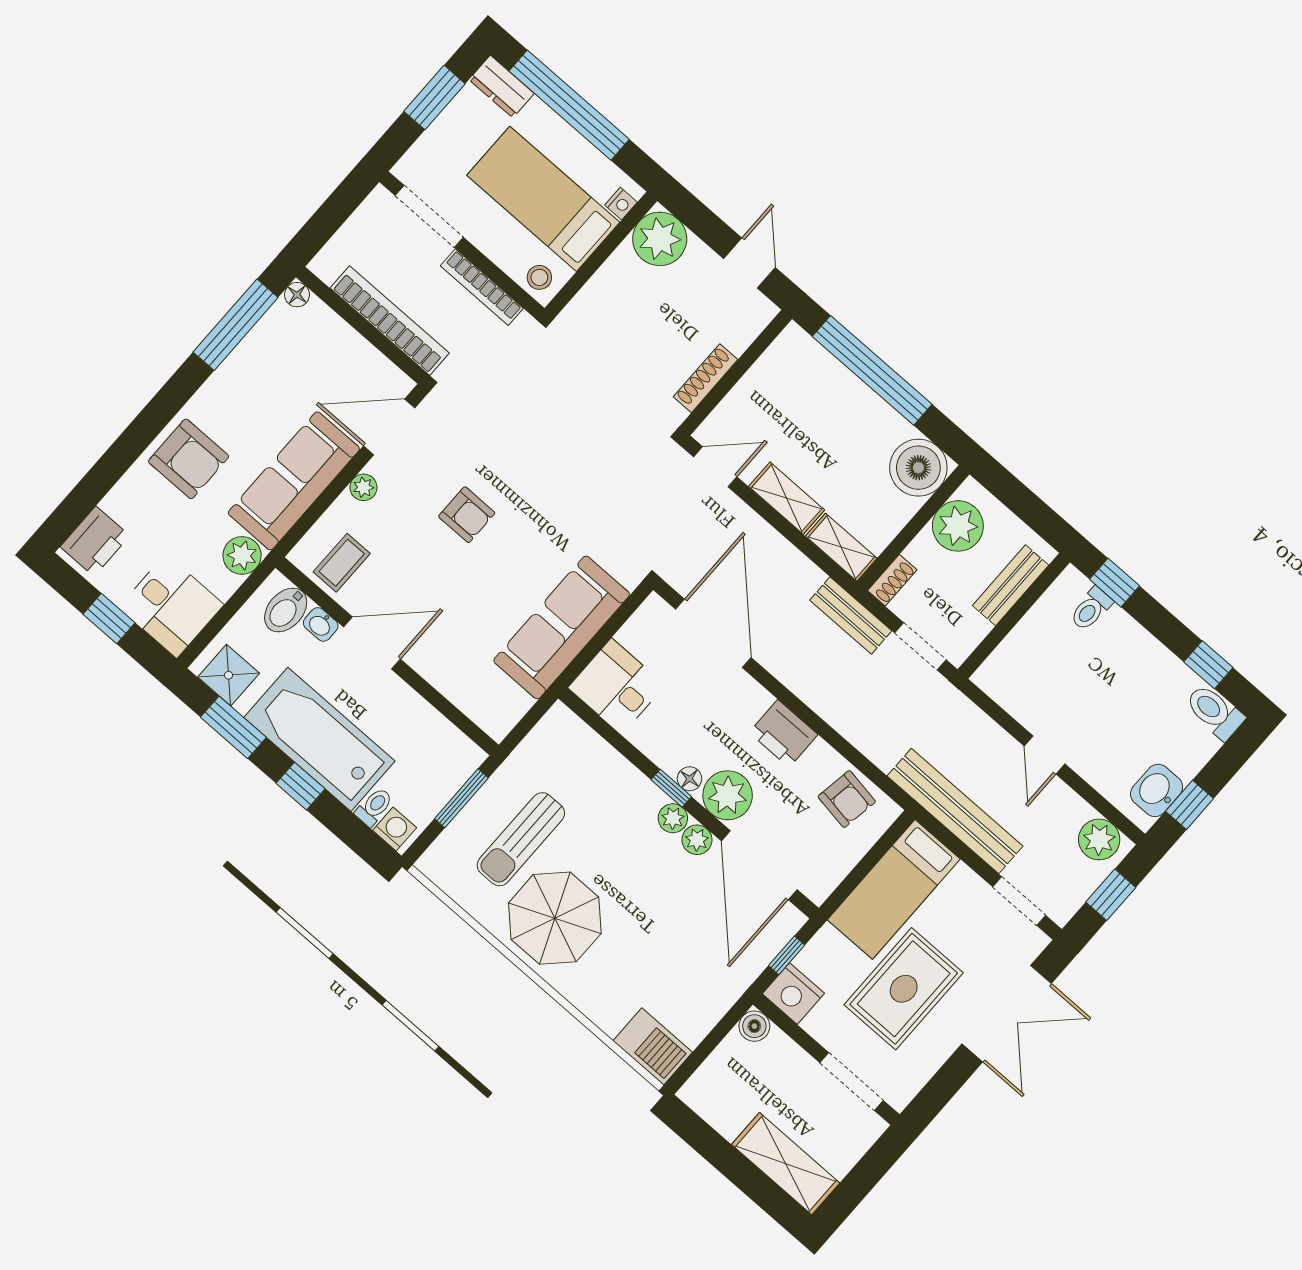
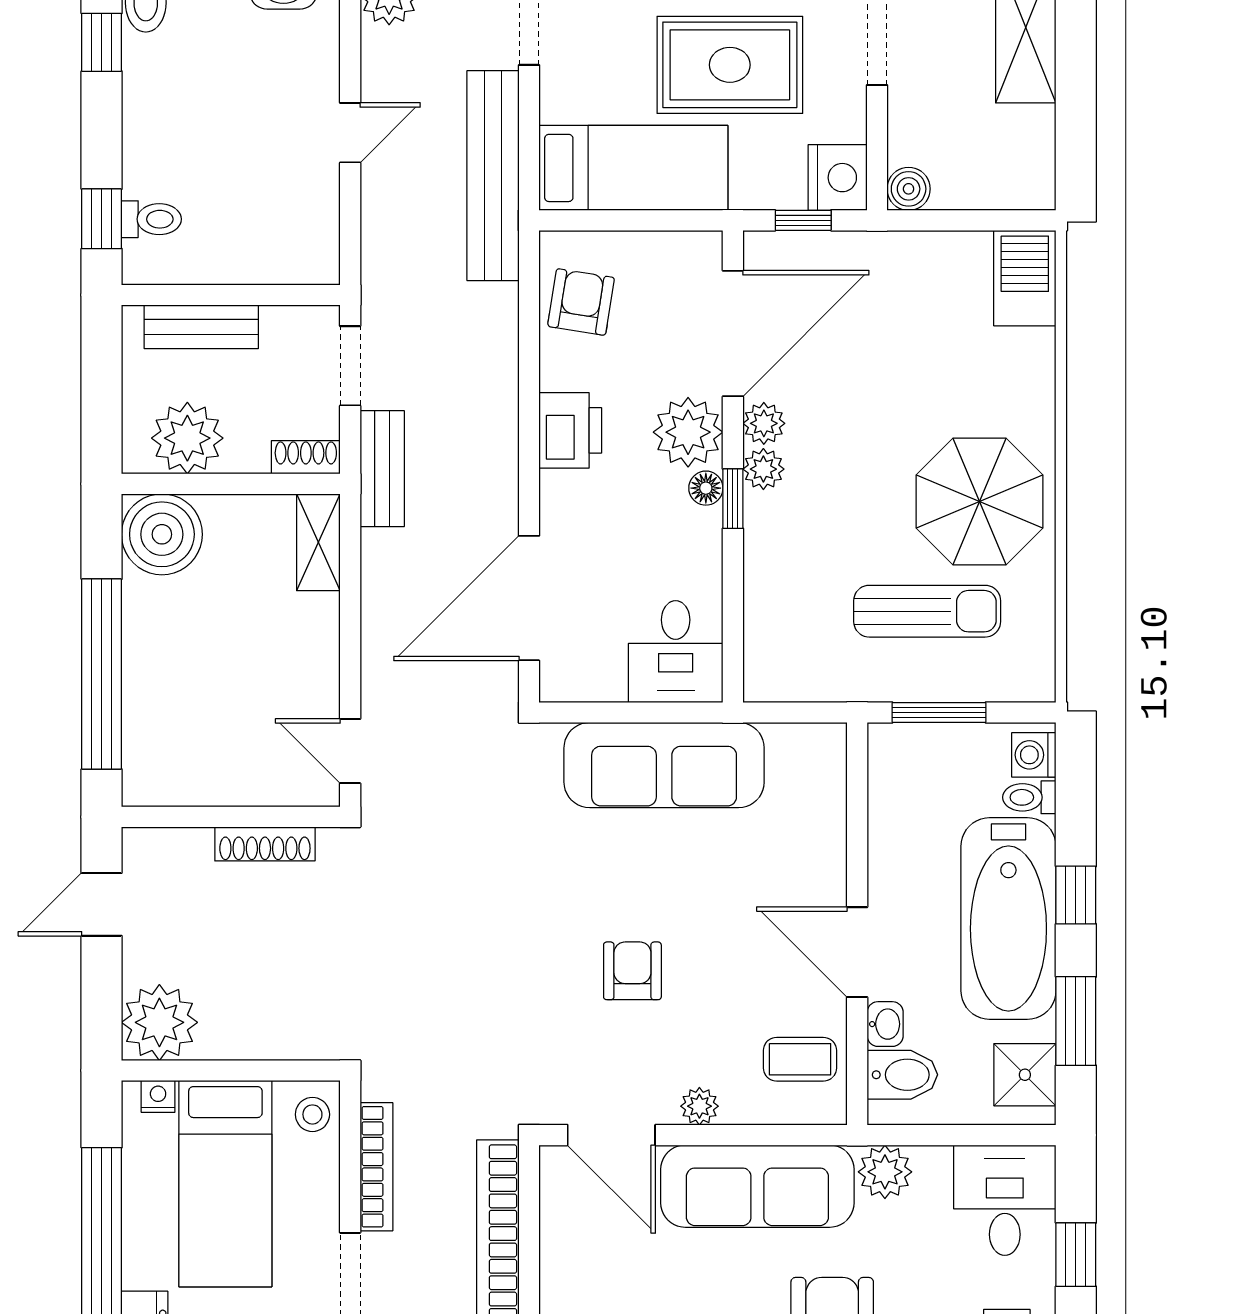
shelving: (787, 498) -> (317, 646), removed

